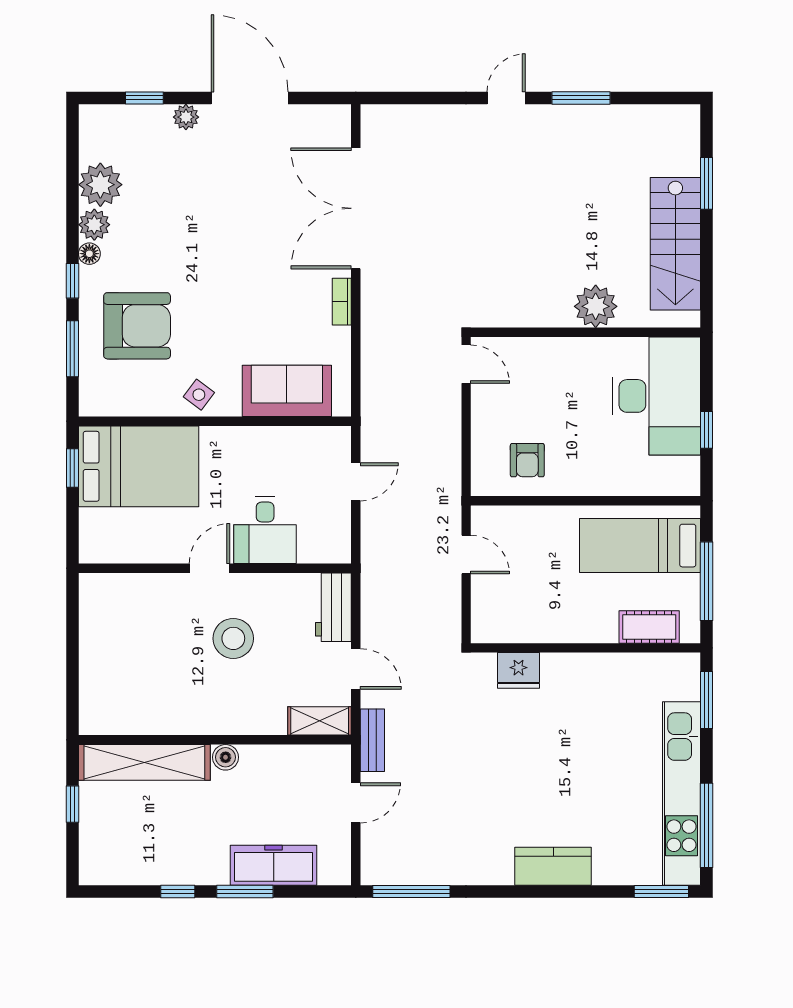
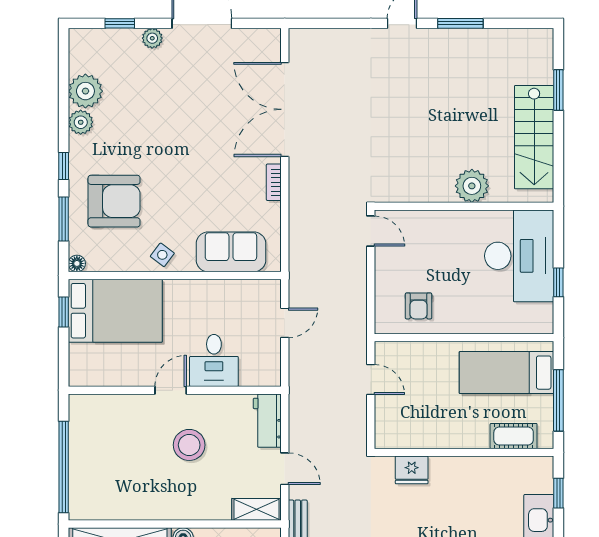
floor lamp: (89, 254) -> (77, 263), moved
window: (72, 667) -> (64, 467), added
window: (707, 700) -> (558, 493), width x0.67

